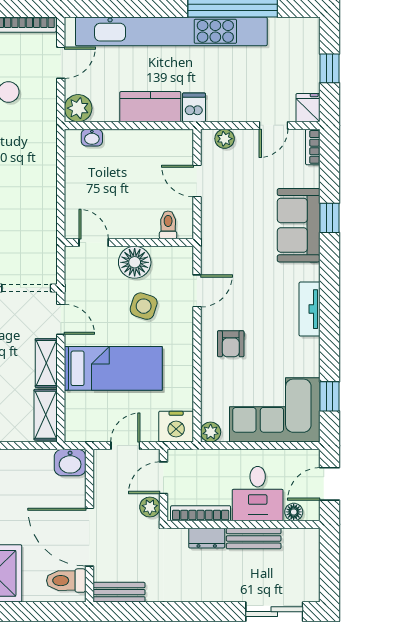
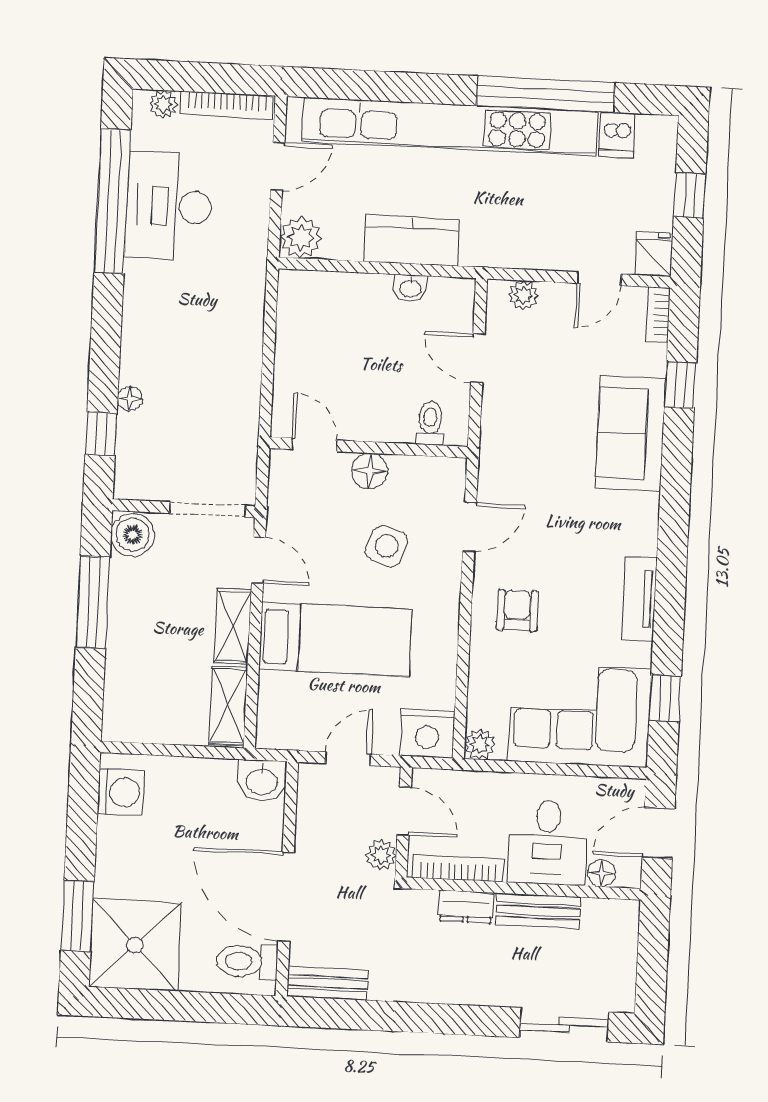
dishwasher: (194, 107) -> (617, 135), moved, turned 180
washbasin: (92, 138) -> (410, 288), moved
window: (330, 218) -> (680, 385), moved
floor lamp: (135, 262) -> (370, 471), width x0.73, depth x0.73
tv unit: (310, 309) -> (639, 599), moved
armchair: (231, 344) -> (517, 610), turned 180
door: (163, 478) -> (404, 811), swing flipped

